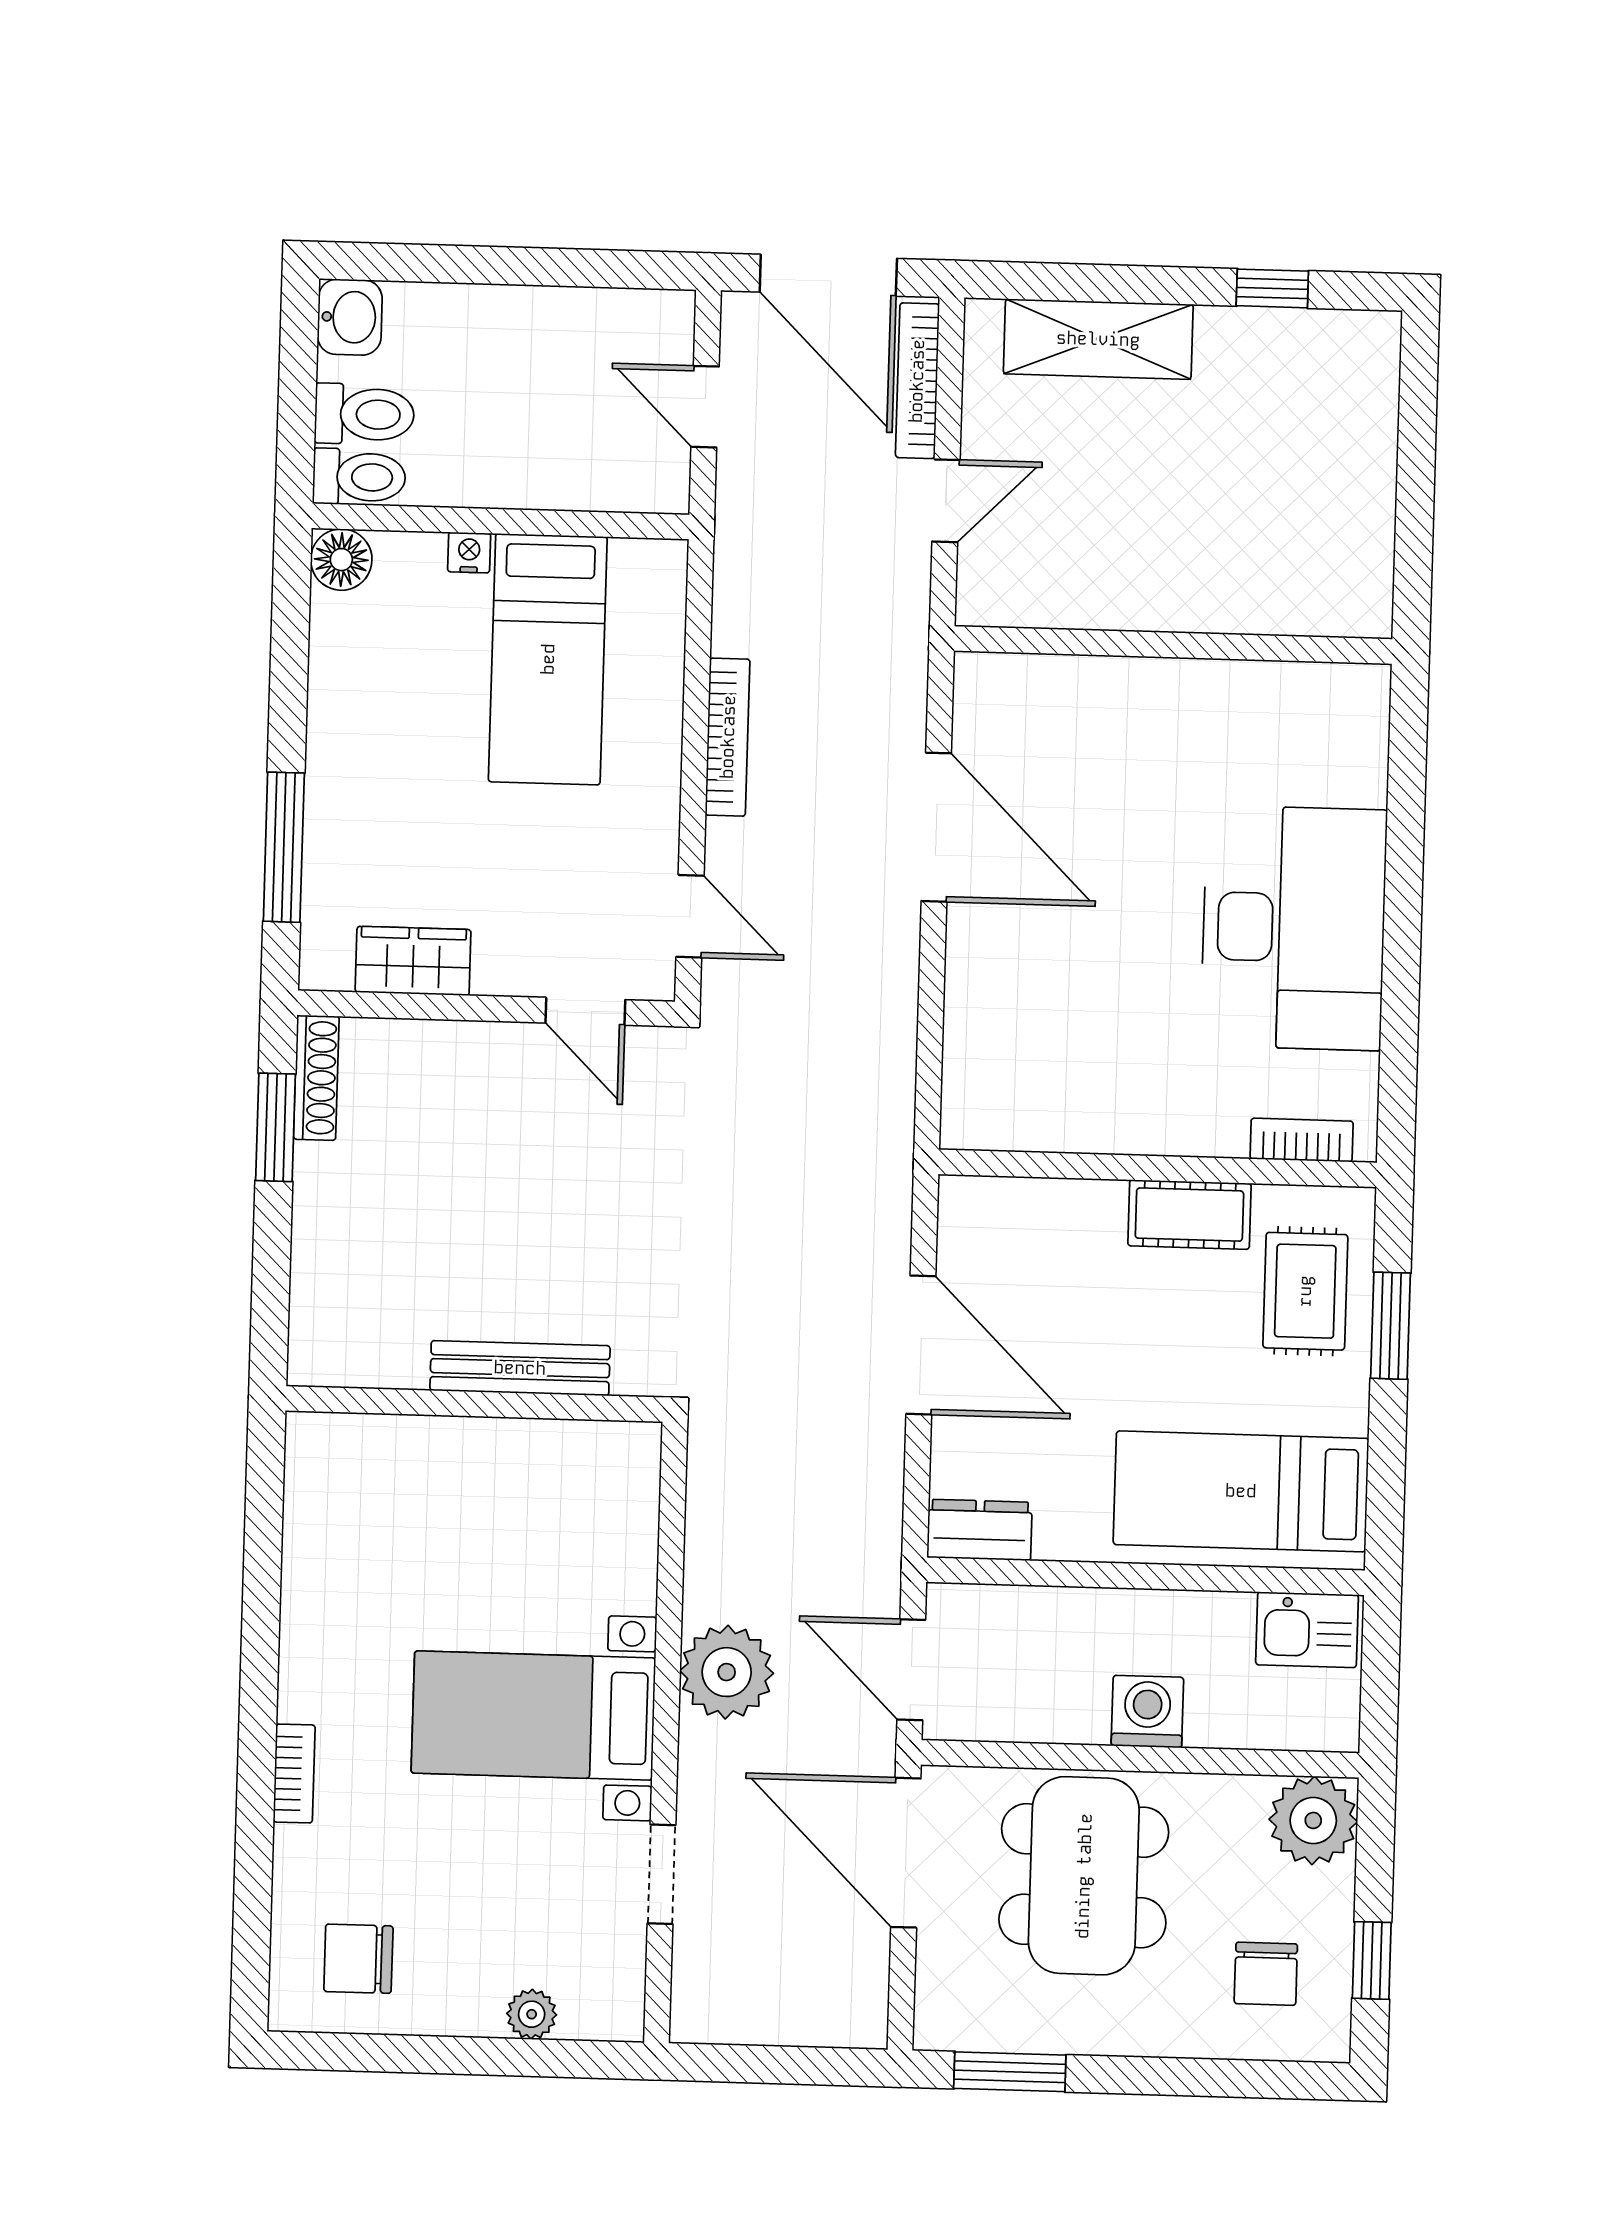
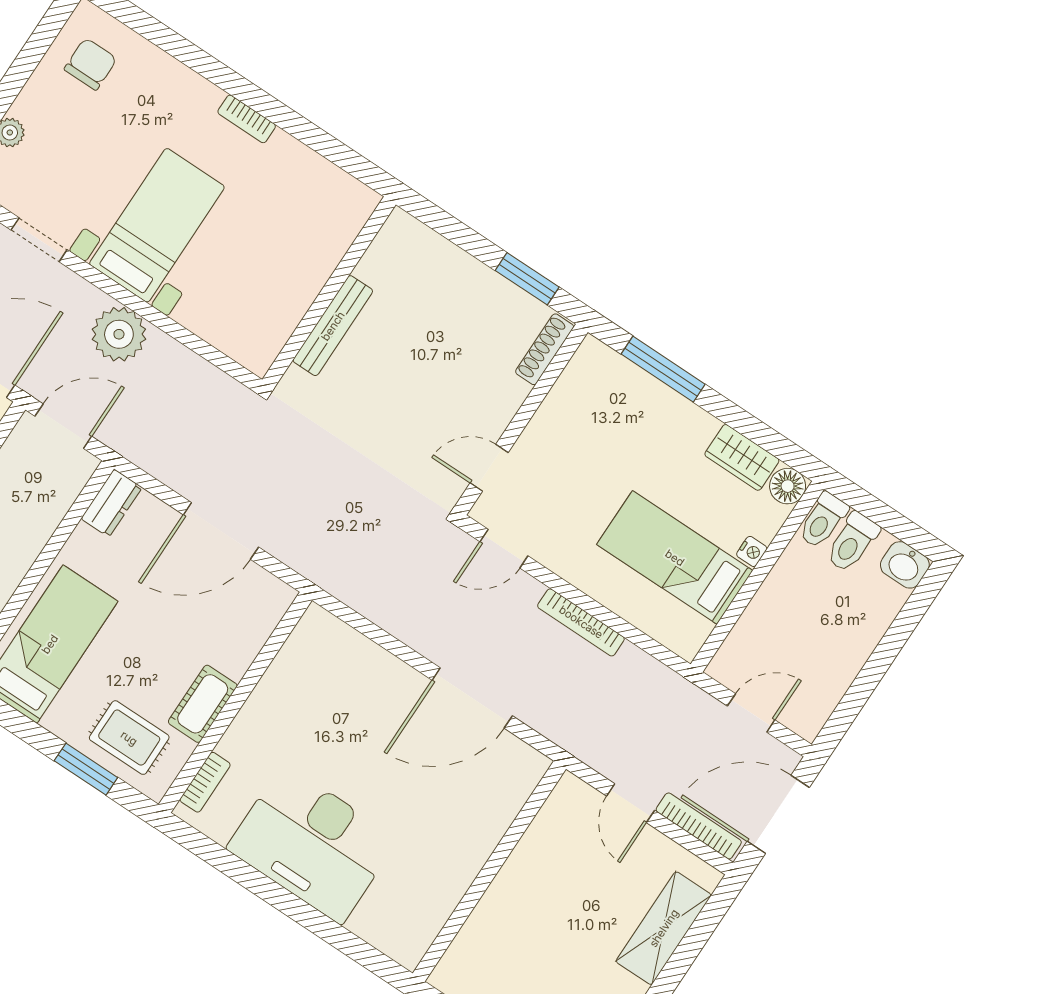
wardrobe: (413, 961) -> (742, 457), moved, turned 90
shoe rack: (316, 1078) -> (545, 349), moved, turned 90
bookcase: (294, 1774) -> (247, 119), moved

